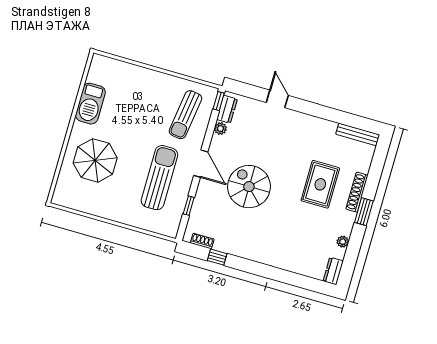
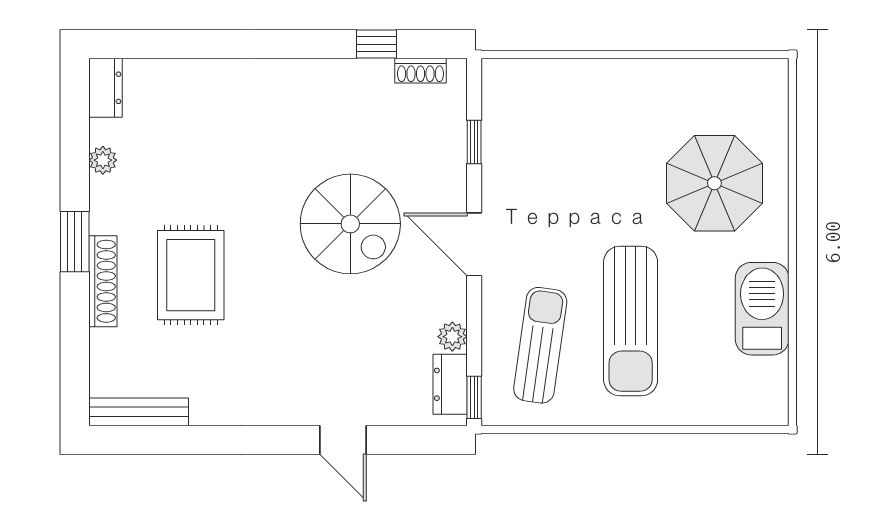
sun lounger: (159, 178) -> (631, 321), moved

